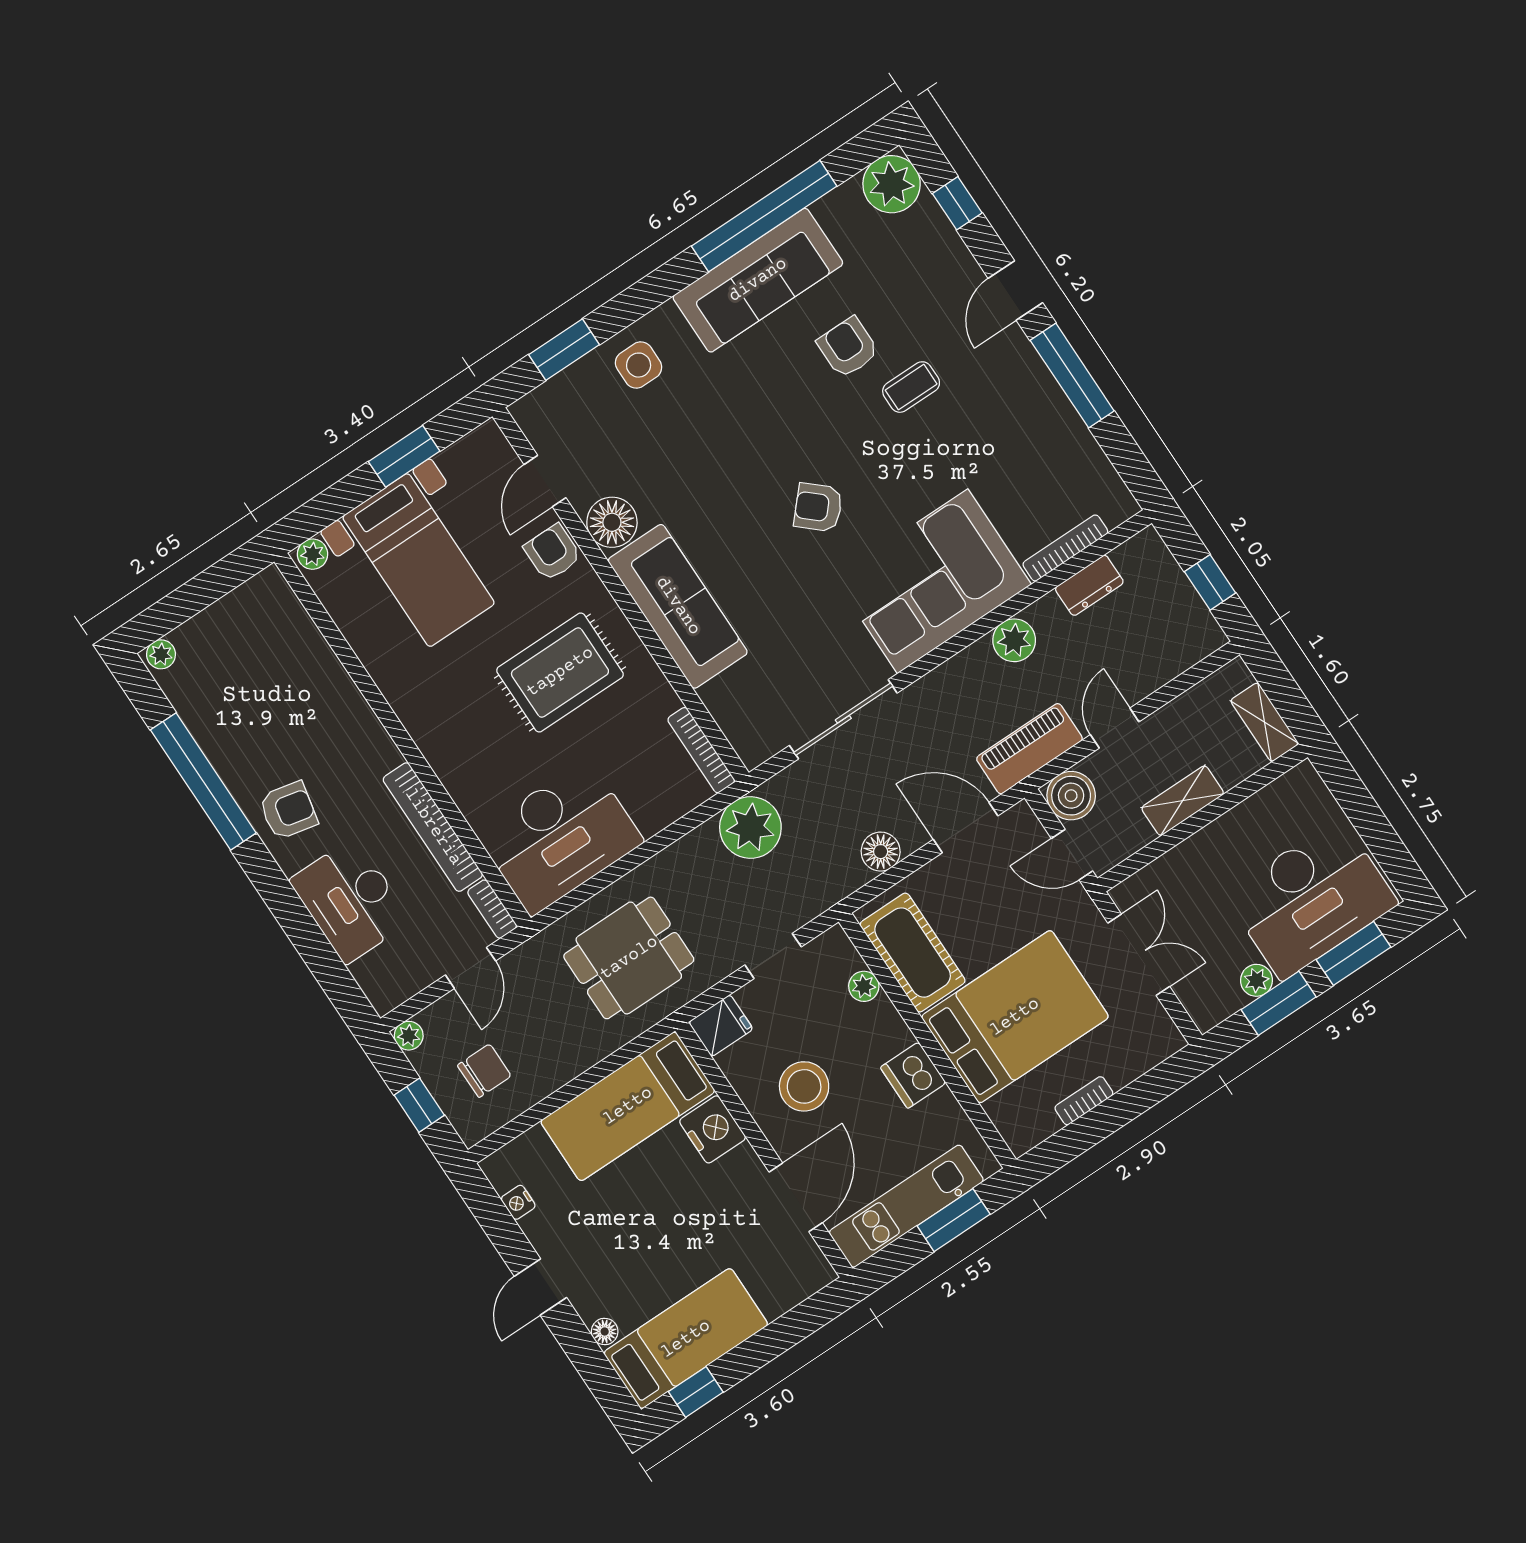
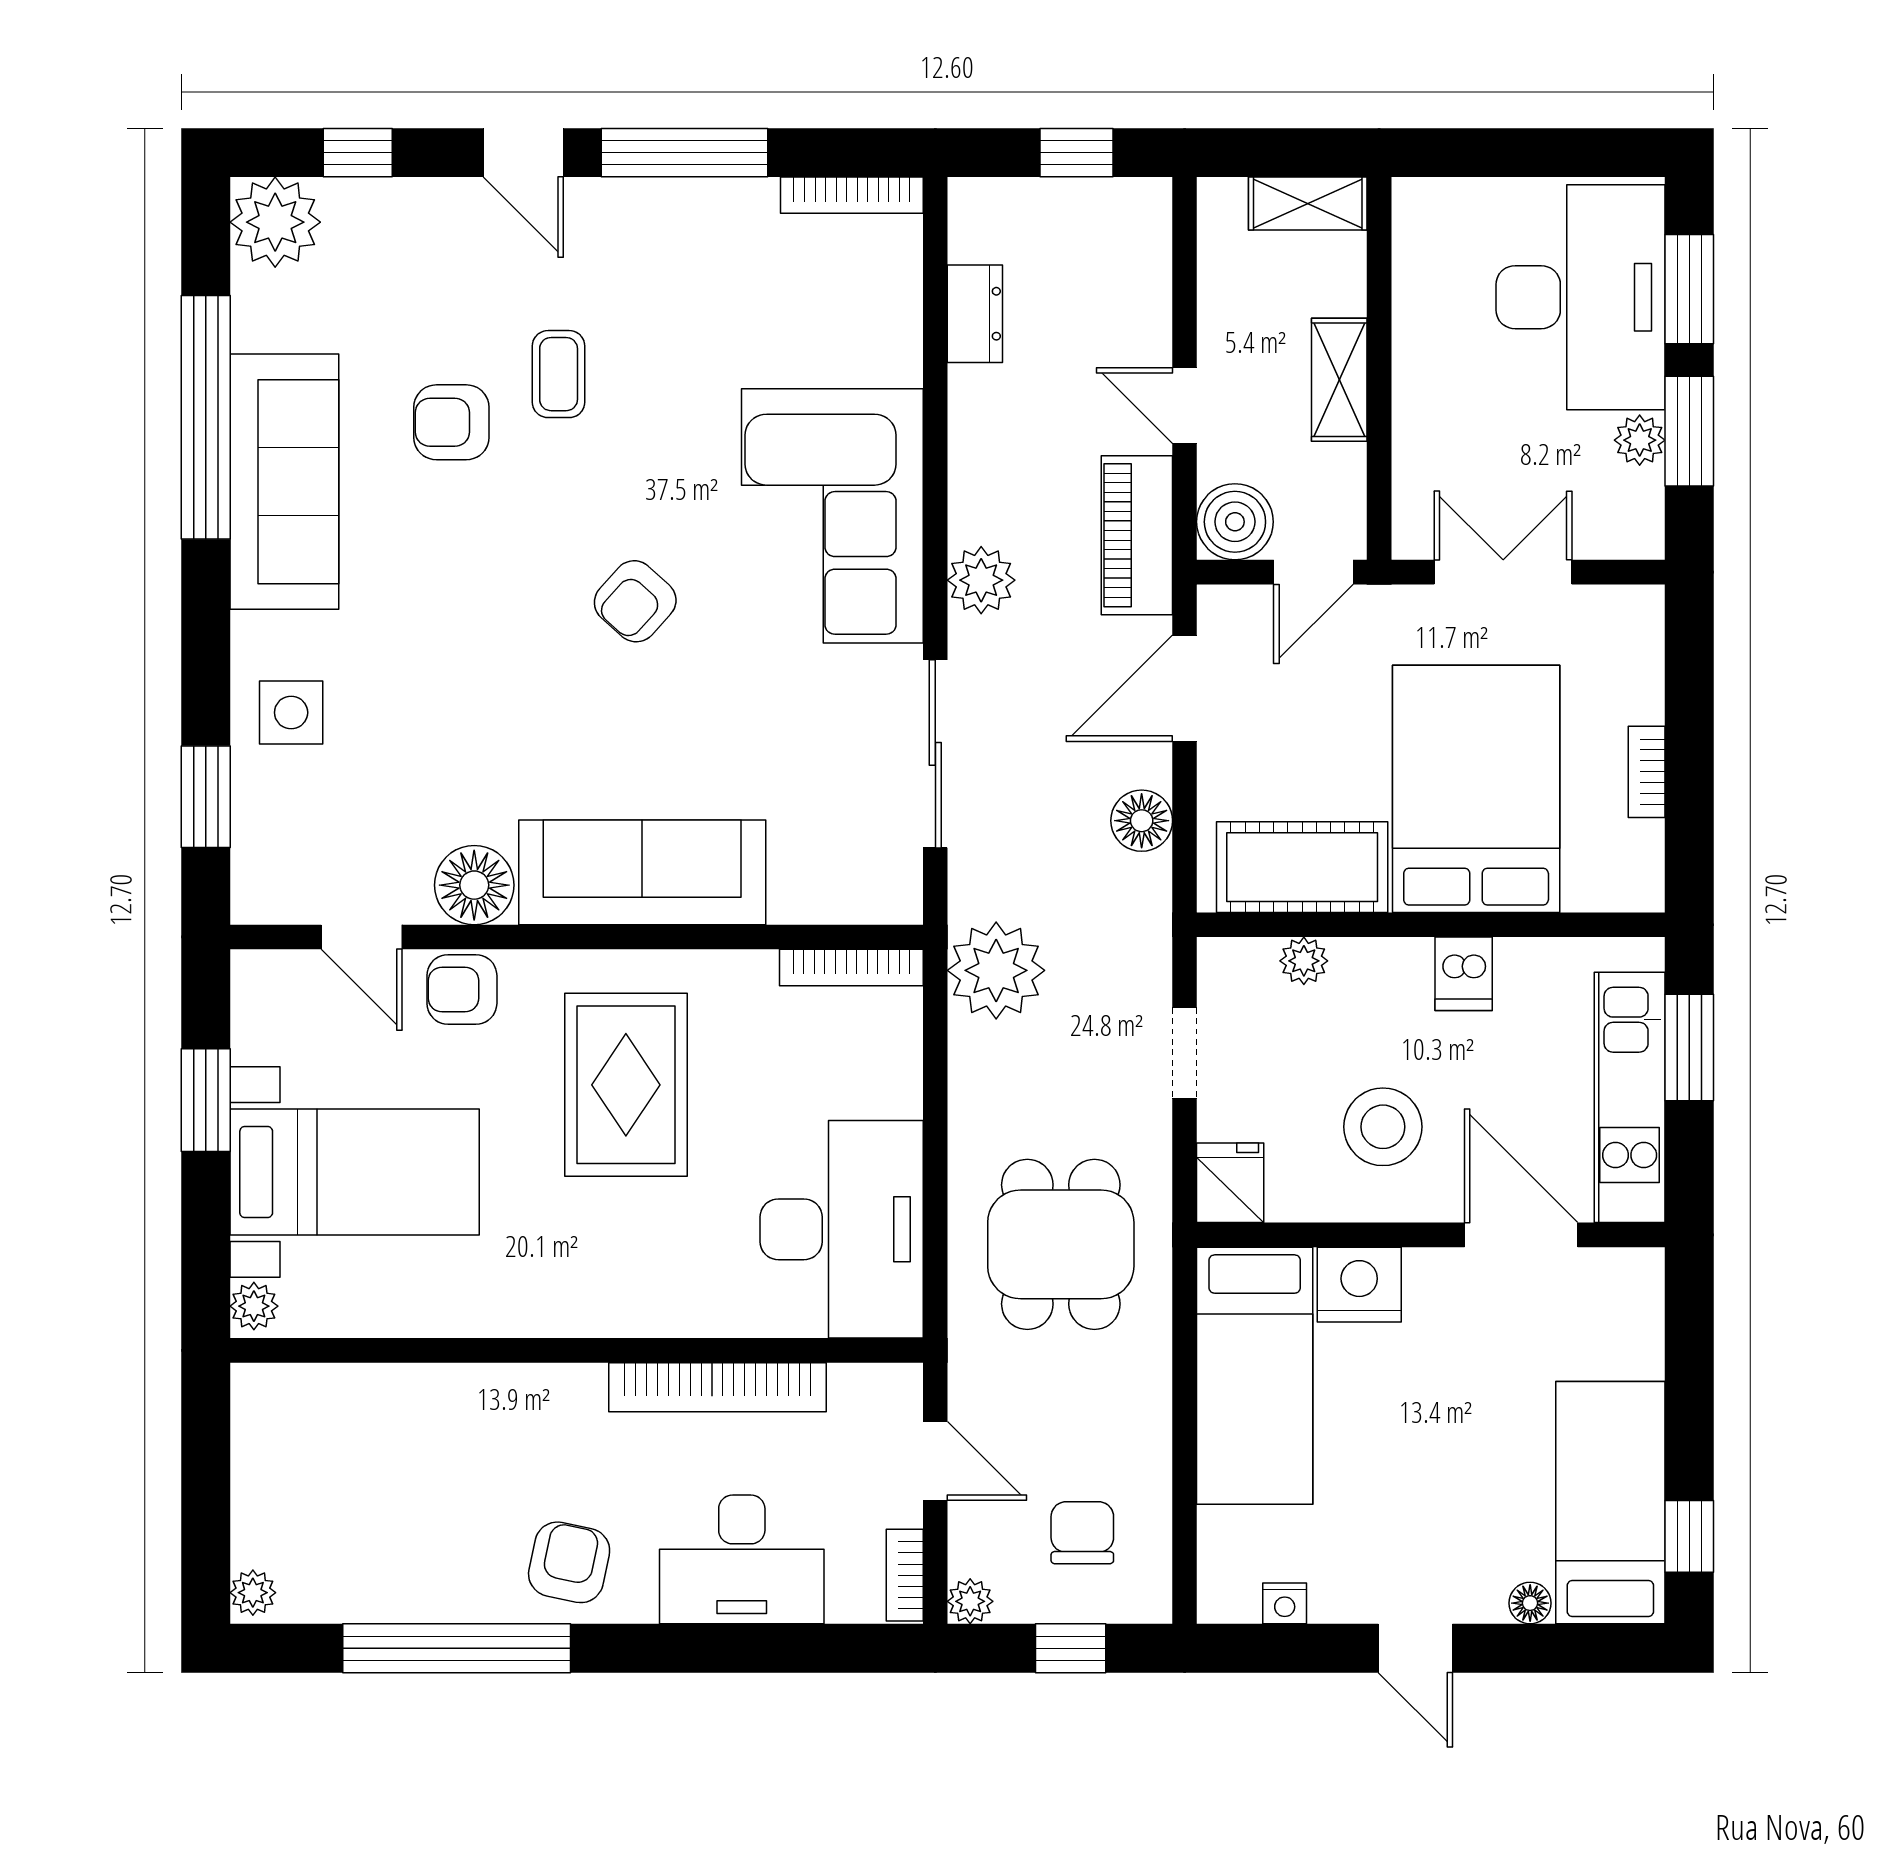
bookcase: (1065, 548) -> (852, 195), moved, turned -90
plant: (1014, 640) -> (981, 580), moved
bookcase: (492, 909) -> (905, 1575), moved, turned 90
dishwasher: (913, 1075) -> (1464, 974), width x0.73

